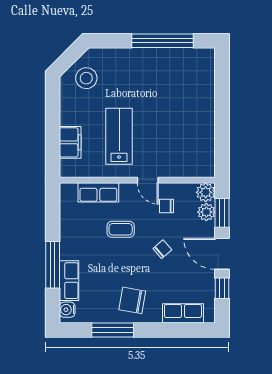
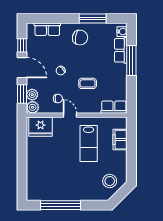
fridge: (193, 162) -> (41, 127), added
row of seats: (98, 192) -> (114, 107), moved

